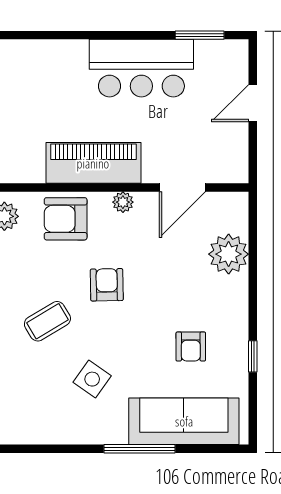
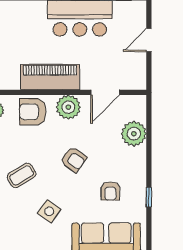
plant: (123, 202) -> (68, 107), width x1.88, depth x1.88
armchair: (107, 285) -> (74, 159), moved, turned 126

